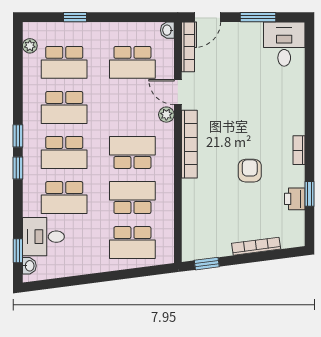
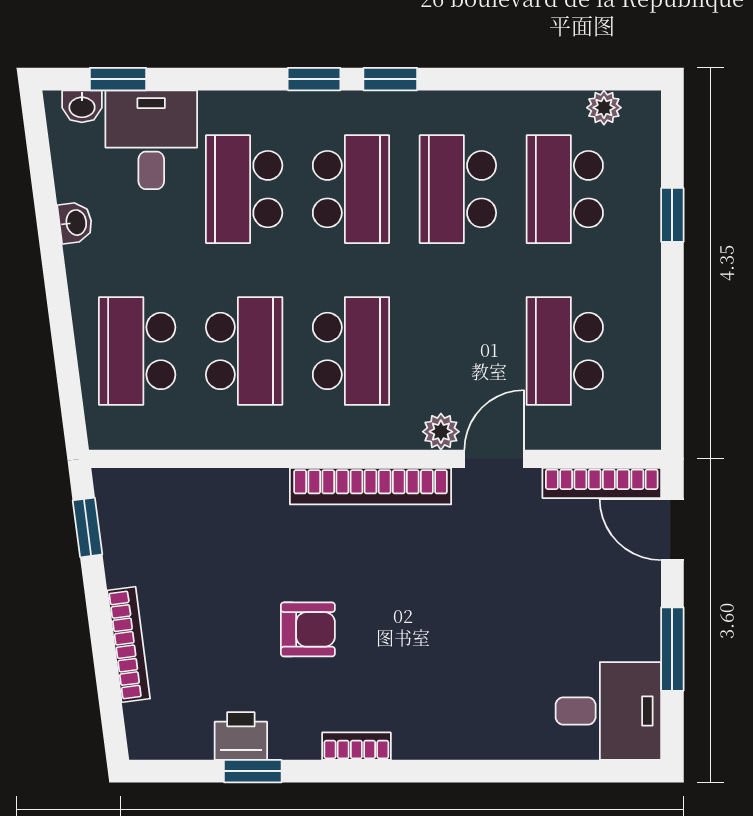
washbasin: (167, 30) -> (75, 223), moved, turned 83
school desk: (64, 152) -> (351, 189), turned 180

